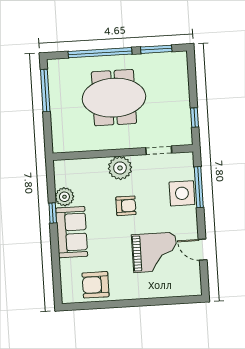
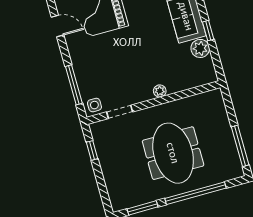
meeting table: (114, 98) -> (173, 153), turned 90
plant: (120, 168) -> (160, 91), width x0.53, depth x0.53
side table: (182, 193) -> (94, 105), moved, width x0.54, depth x0.54
armchair: (126, 206) -> (140, 52), removed

